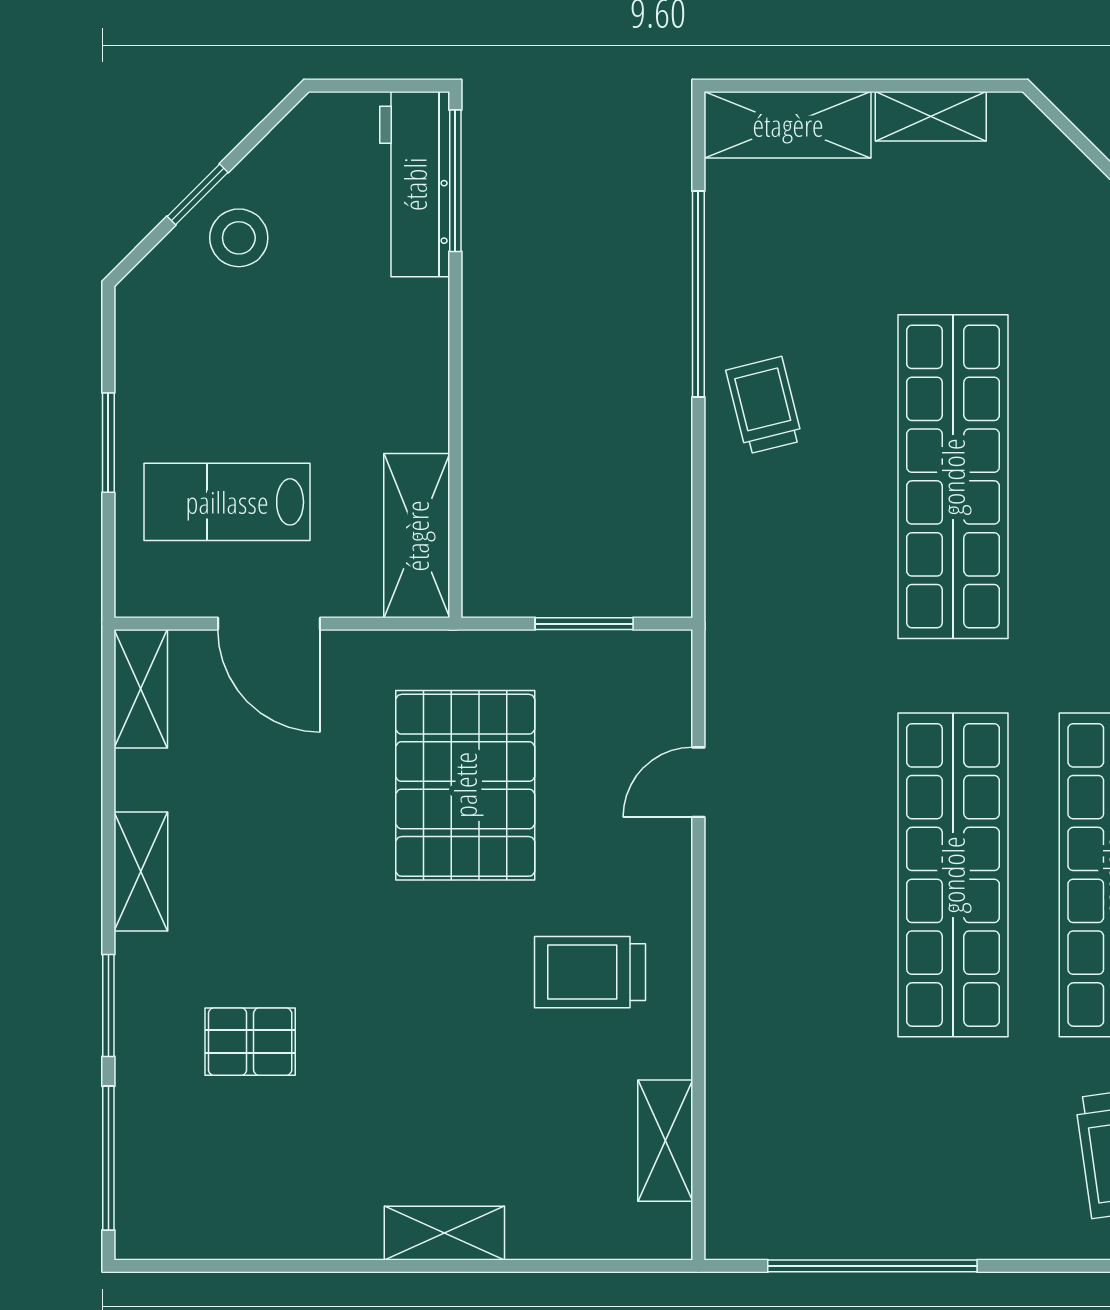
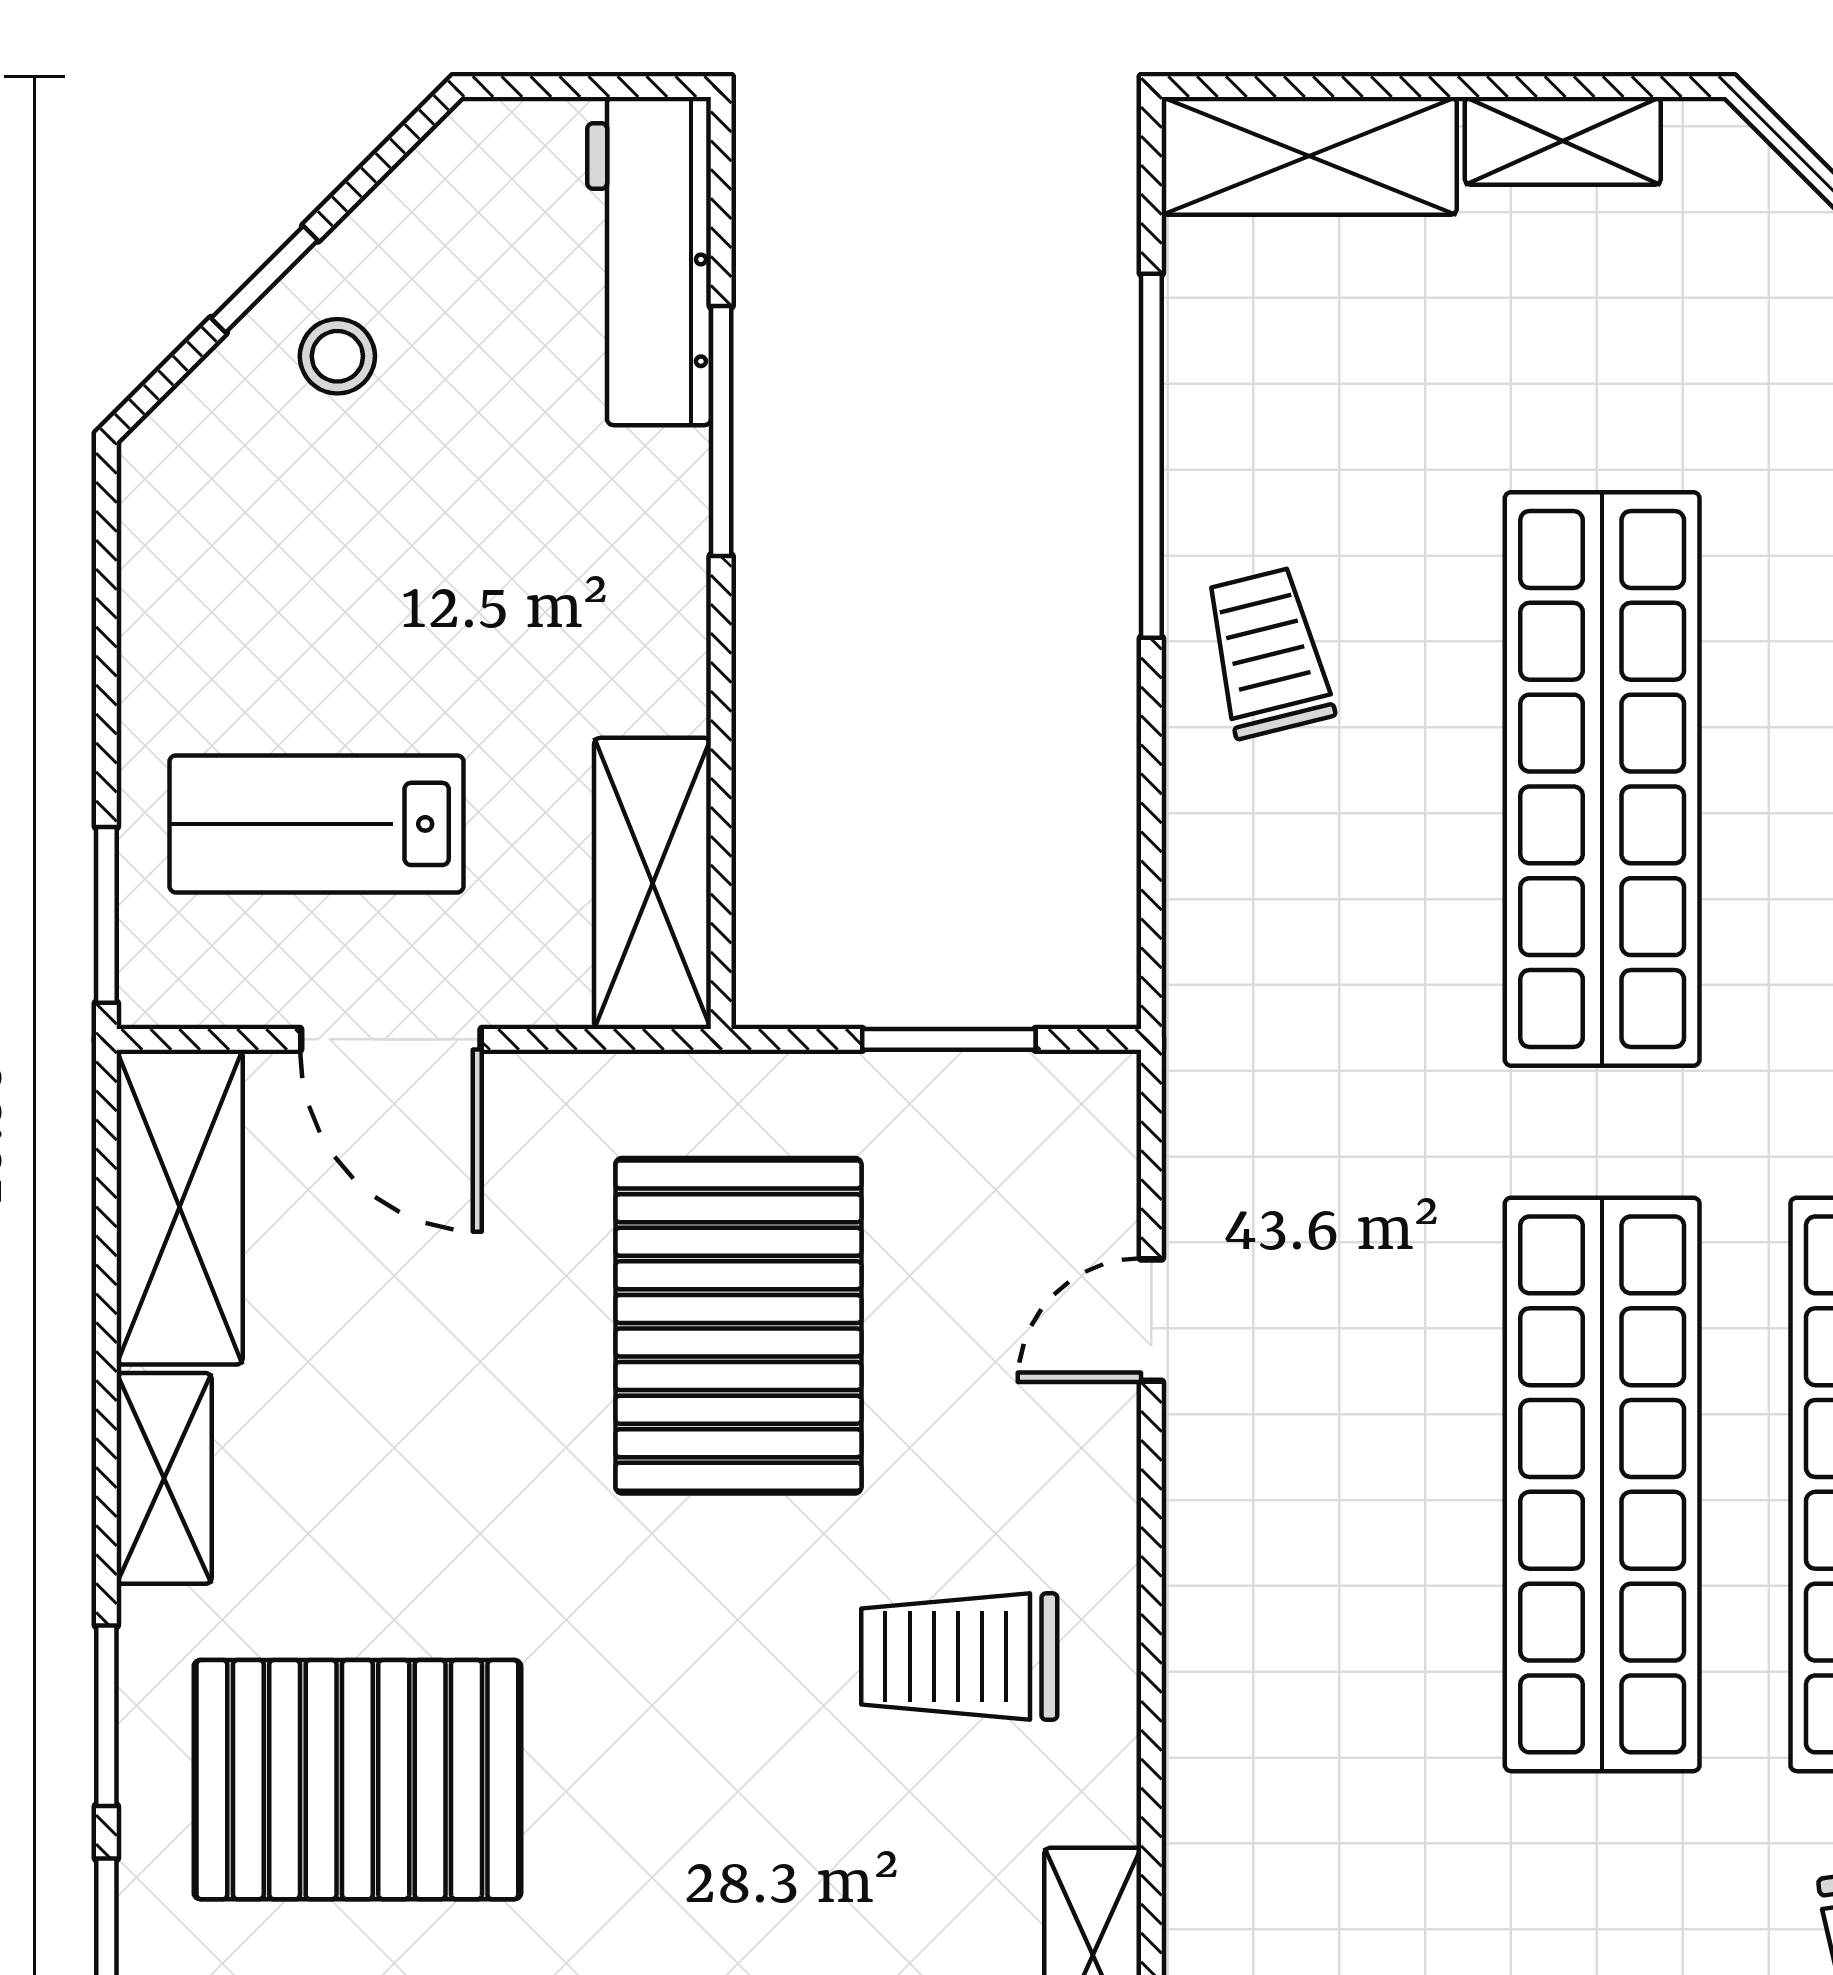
window: (455, 181) -> (721, 431), moved
stool: (239, 238) -> (337, 356), width x0.73, depth x0.73
window: (108, 443) -> (106, 915), moved
shelving: (141, 689) -> (180, 1207), width x1.50, depth x1.33
pallet: (250, 1042) -> (357, 1780), width x2.05, depth x2.00

